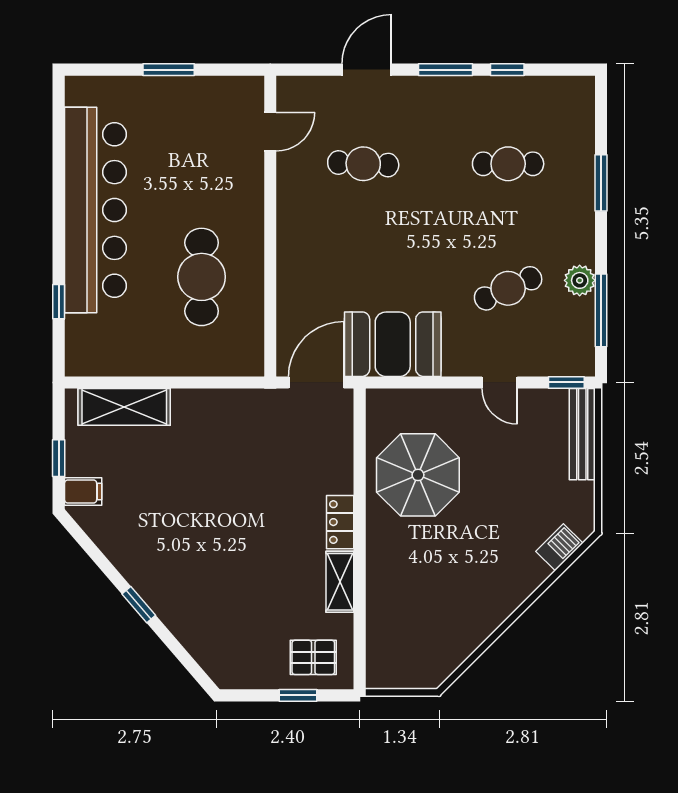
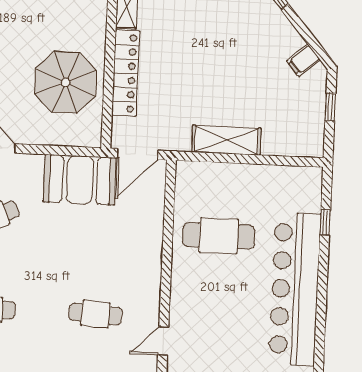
cafe table: (202, 277) -> (219, 236), turned 90
shelving: (124, 407) -> (226, 140), moved
filing cabinet: (83, 491) -> (303, 60), moved, turned -41
locker: (340, 522) -> (126, 73), width x2.16, depth x1.21

